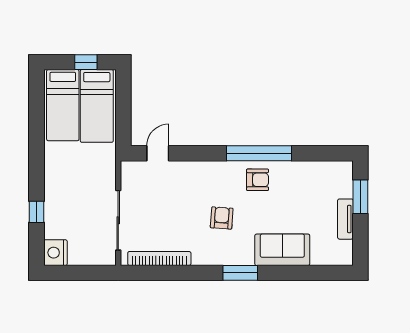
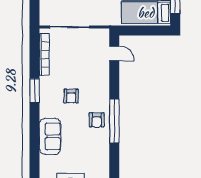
armchair: (222, 218) -> (71, 96), turned 86
window: (240, 273) -> (35, 90), moved

